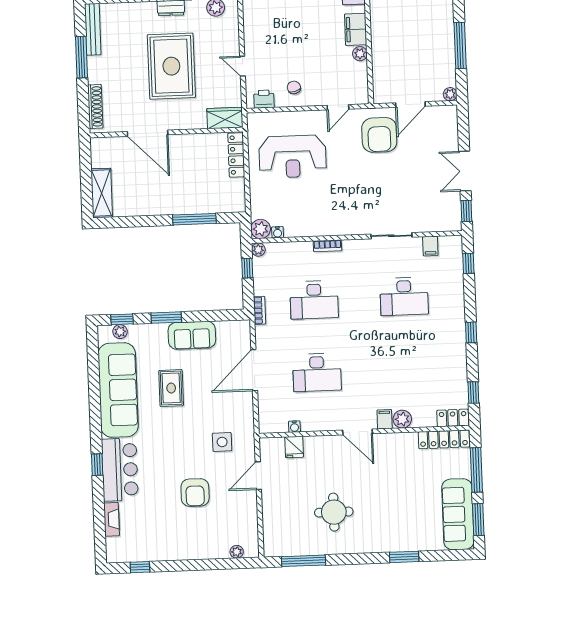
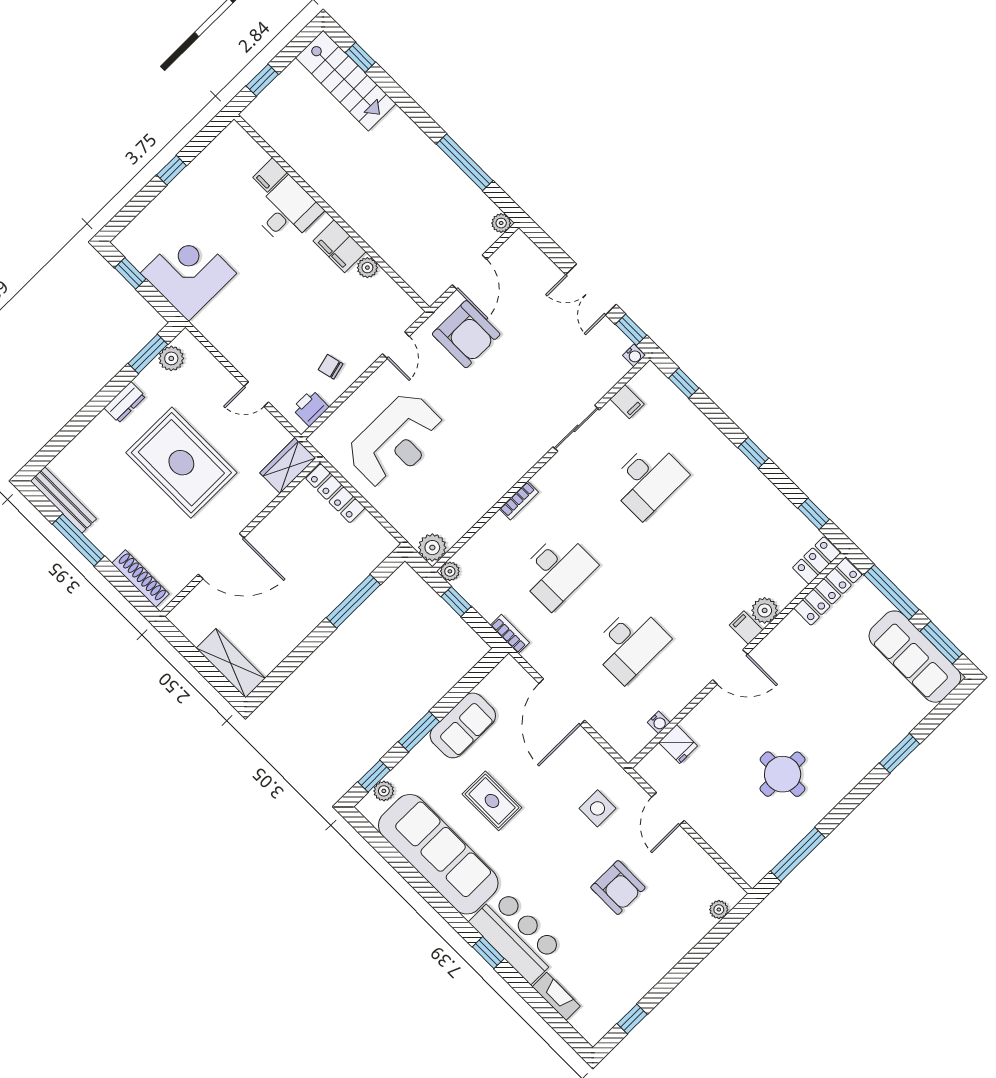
water cooler: (278, 232) -> (634, 355), moved

